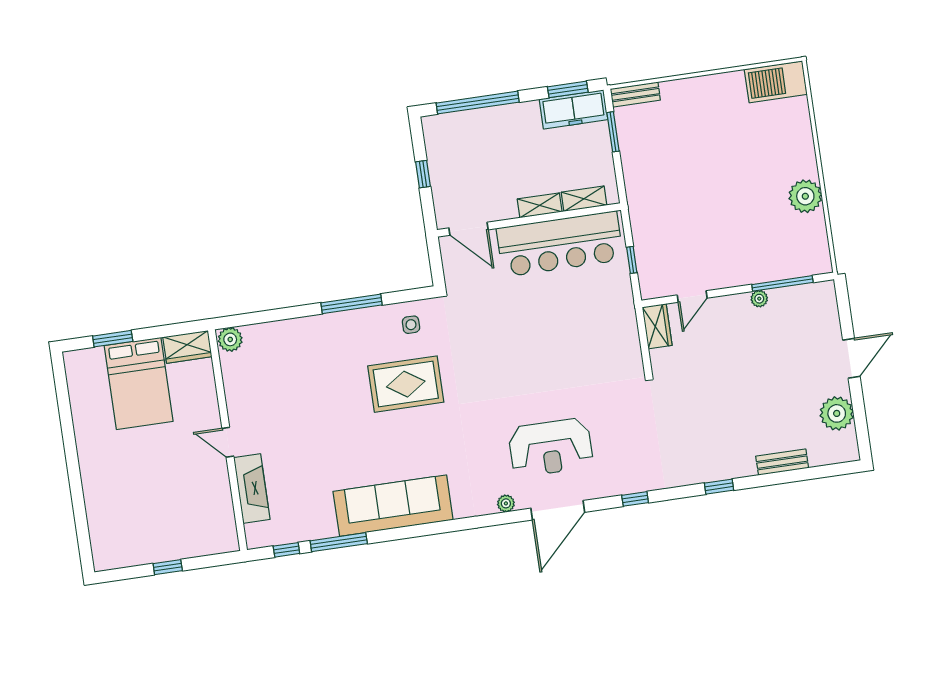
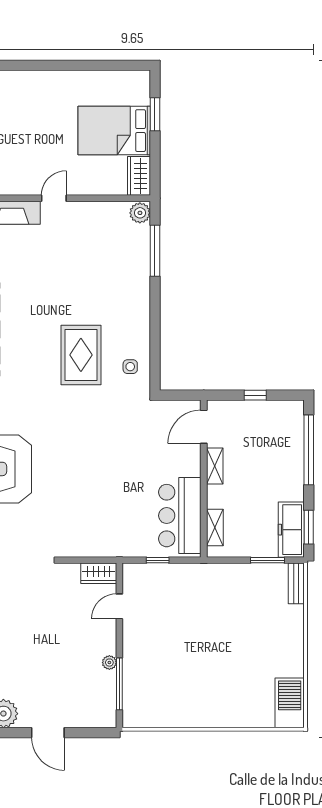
plant: (805, 196) -> (190, 714), removed
shelving: (540, 205) -> (215, 466), moved
bar counter: (560, 244) -> (180, 516), width x0.73
door: (692, 297) -> (119, 606), hinge flipped
window: (351, 304) -> (155, 251), moved

